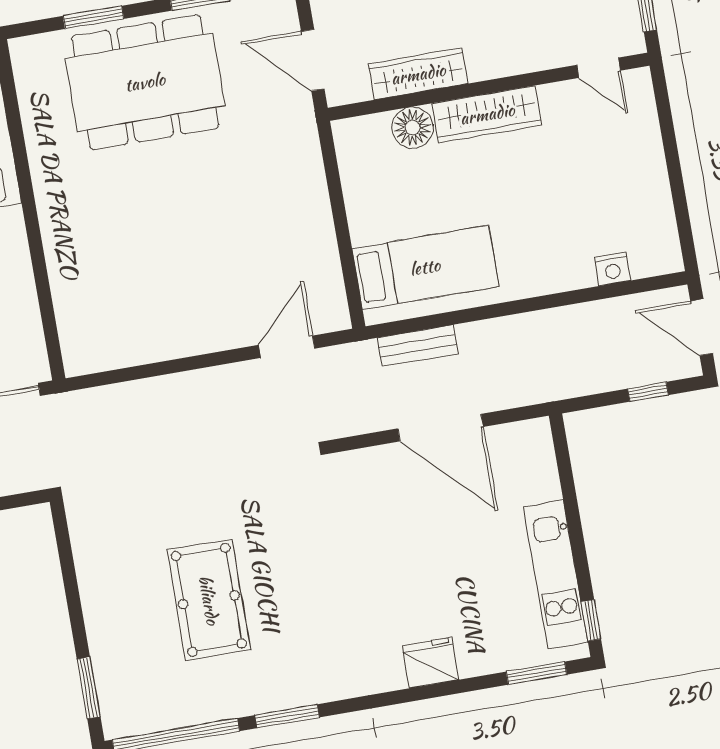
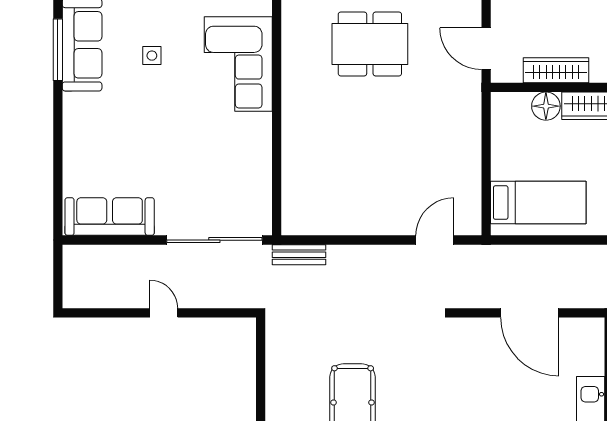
dining table: (145, 82) -> (370, 44), width x0.73, depth x0.80
bench: (418, 346) -> (299, 255), moved

